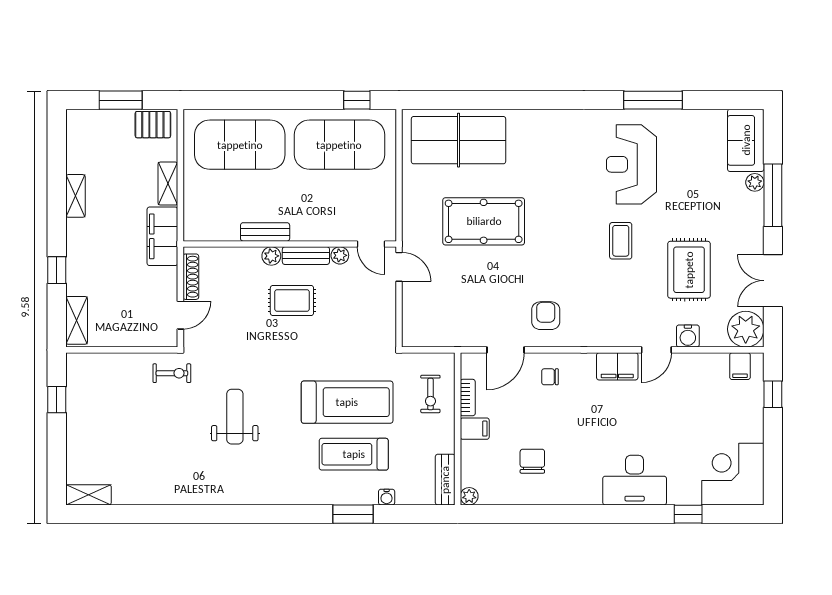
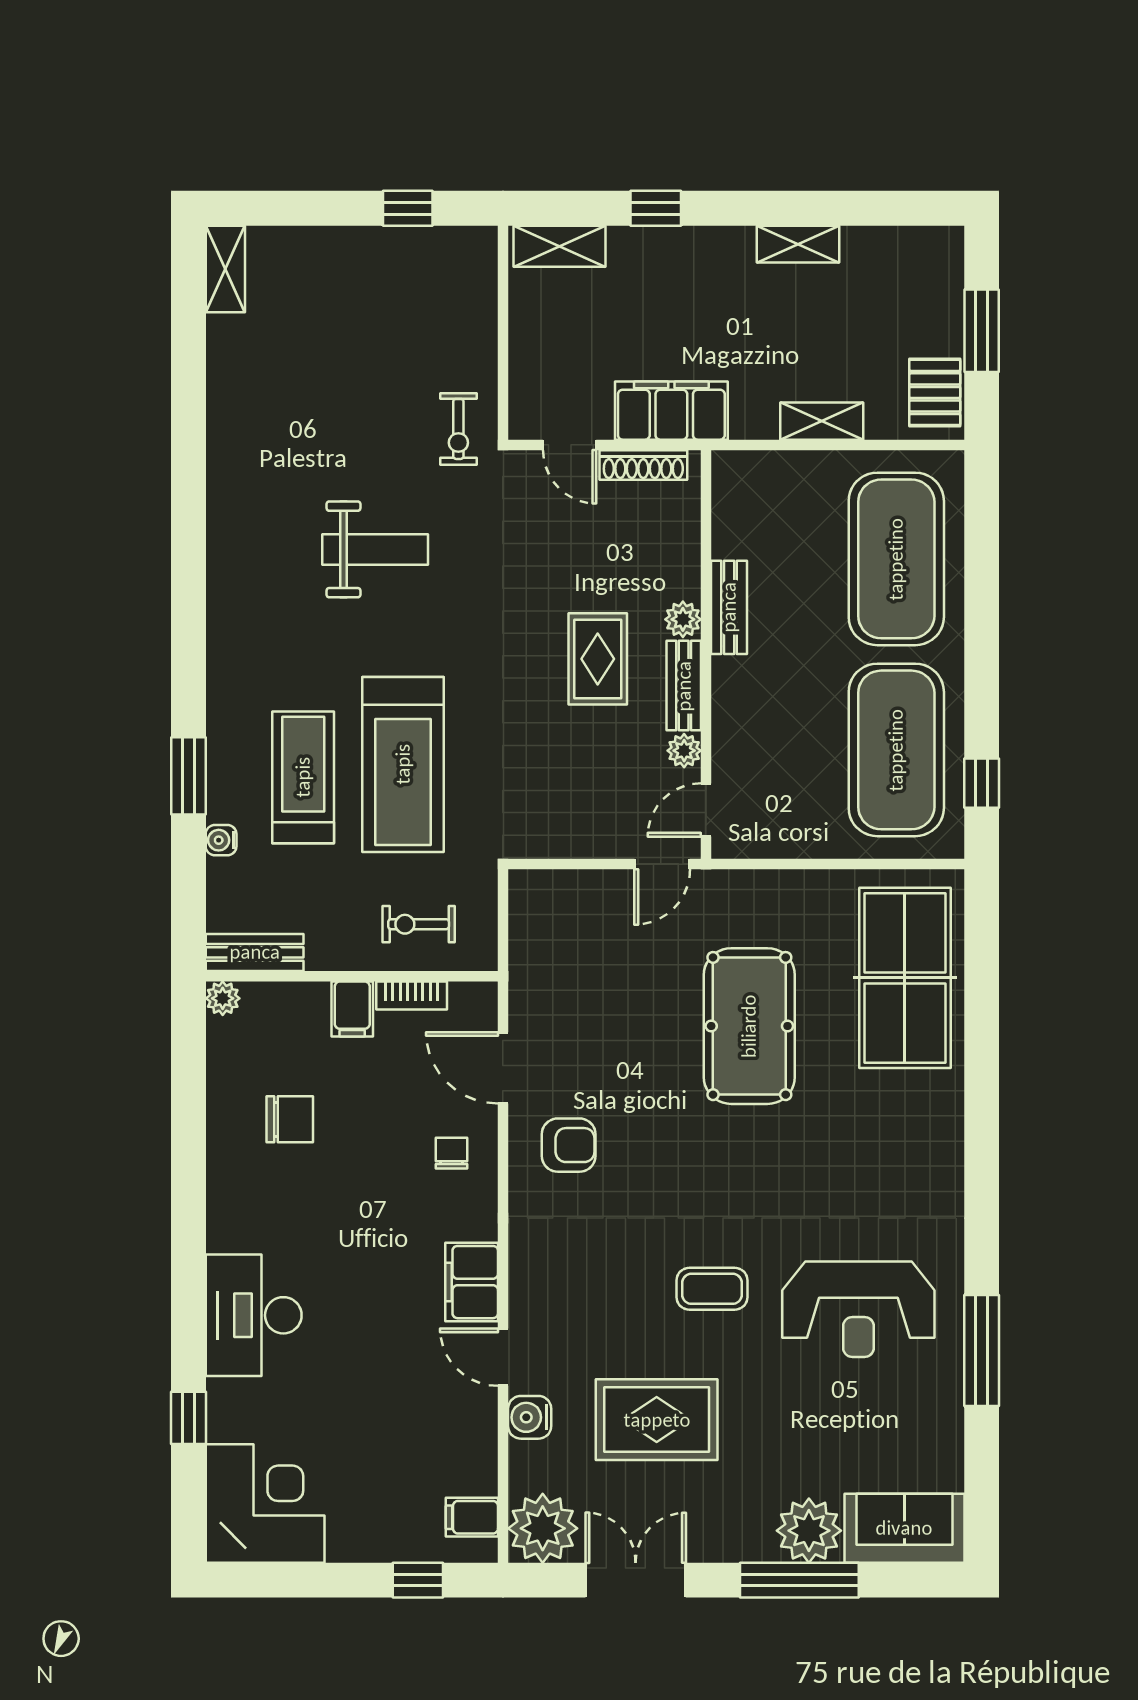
reception desk: (631, 164) -> (858, 1309), turned 180
plant: (755, 182) -> (809, 1531), width x1.87, depth x1.87
filing cabinet: (162, 236) -> (671, 411), moved

